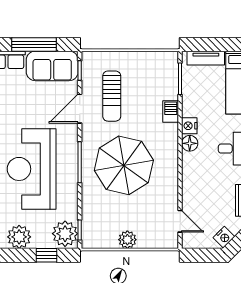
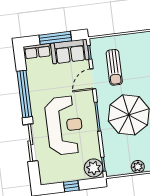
reception desk: (32, 169) -> (64, 125), turned 180
plant: (19, 237) -> (62, 174), removed
window: (46, 255) -> (71, 186), moved

